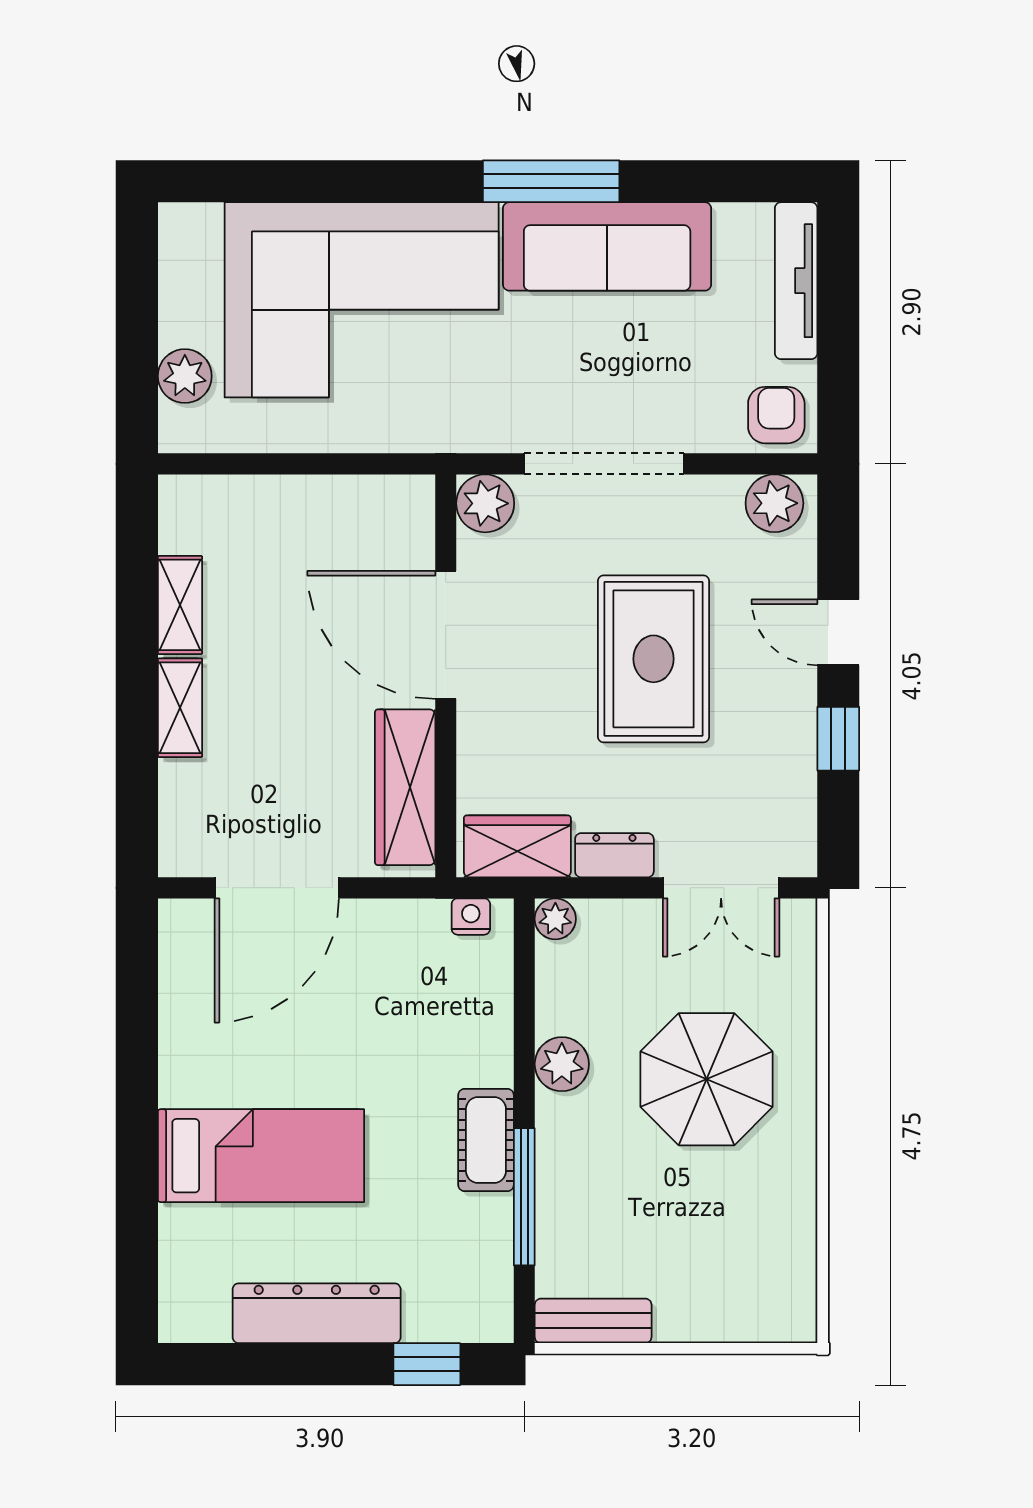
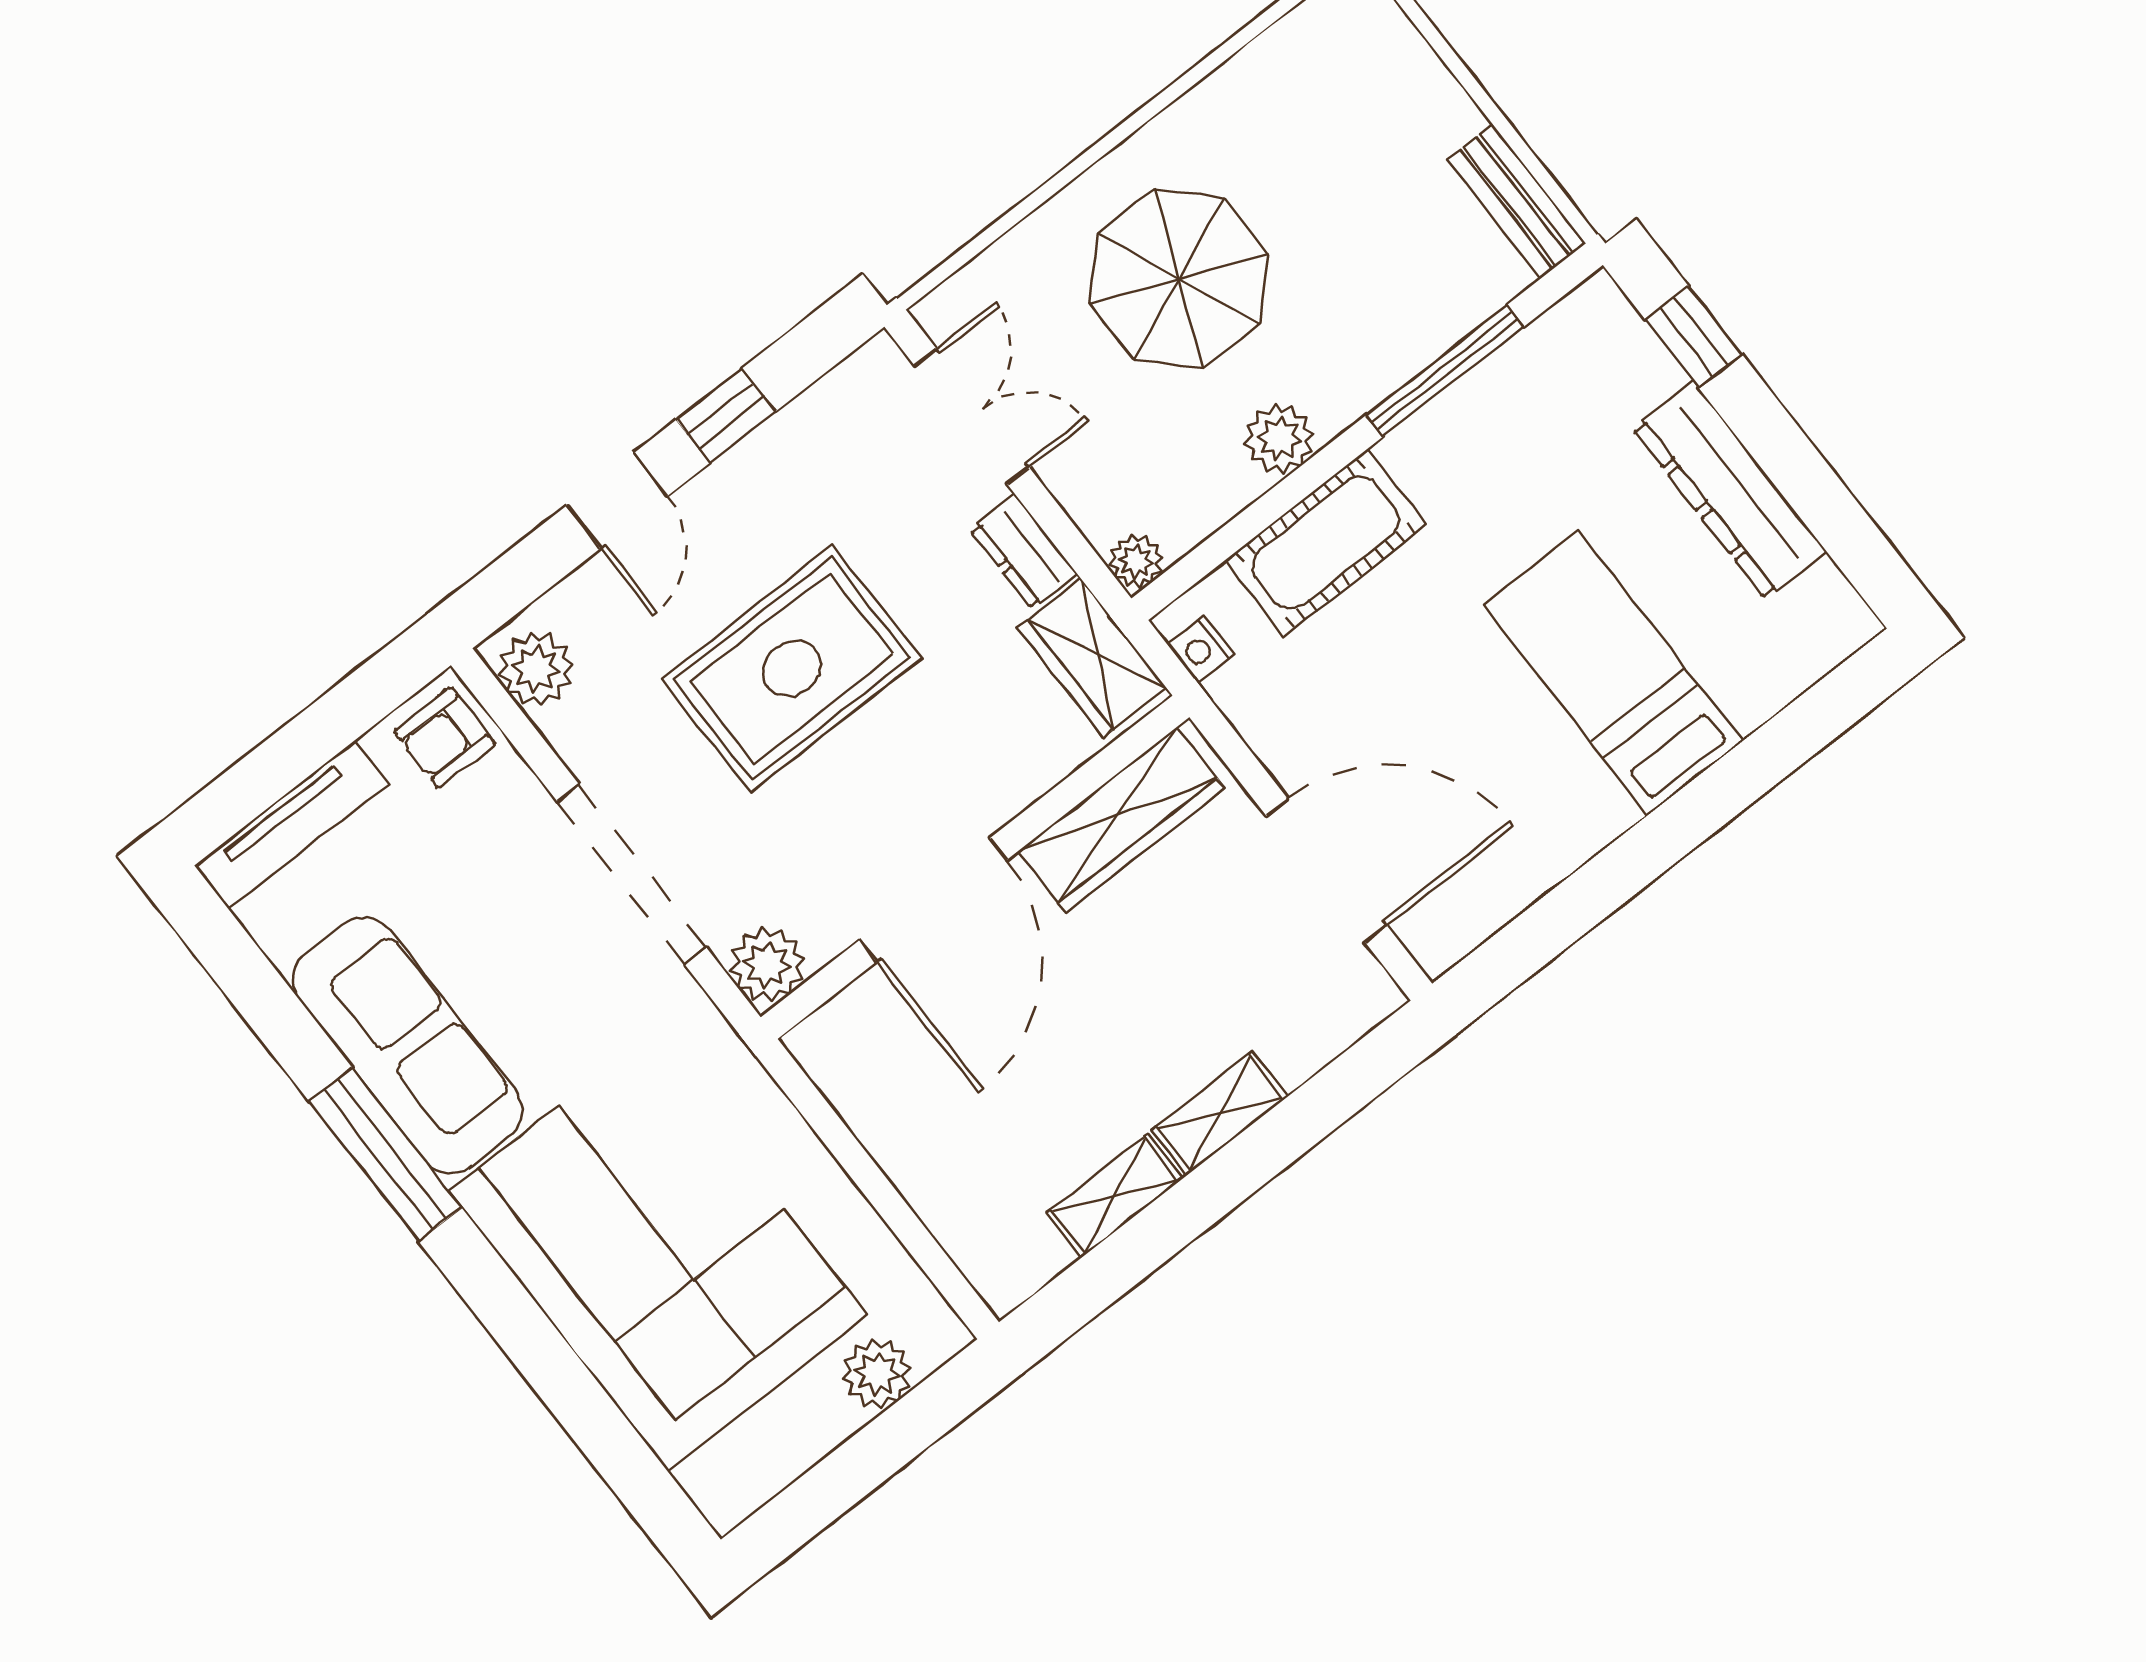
cot: (486, 1140) -> (1325, 543), moved, width x1.37, depth x1.34

